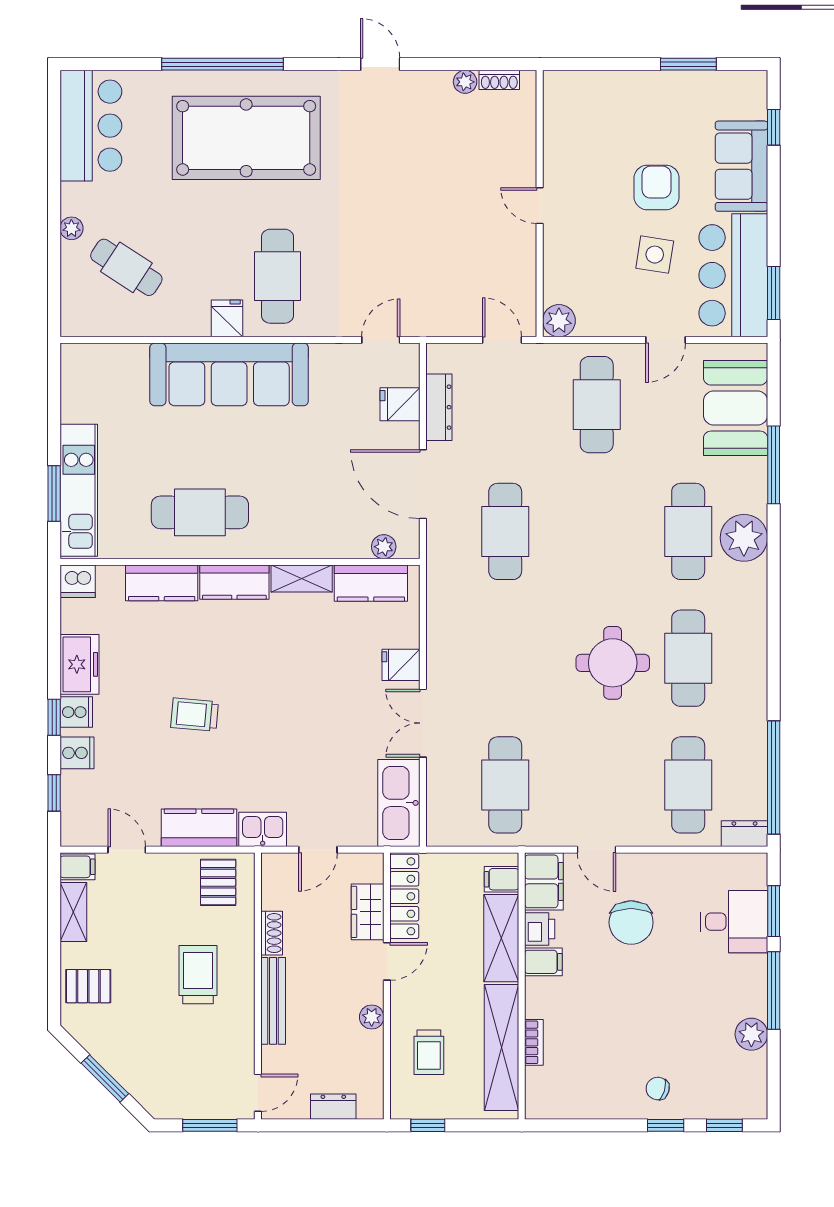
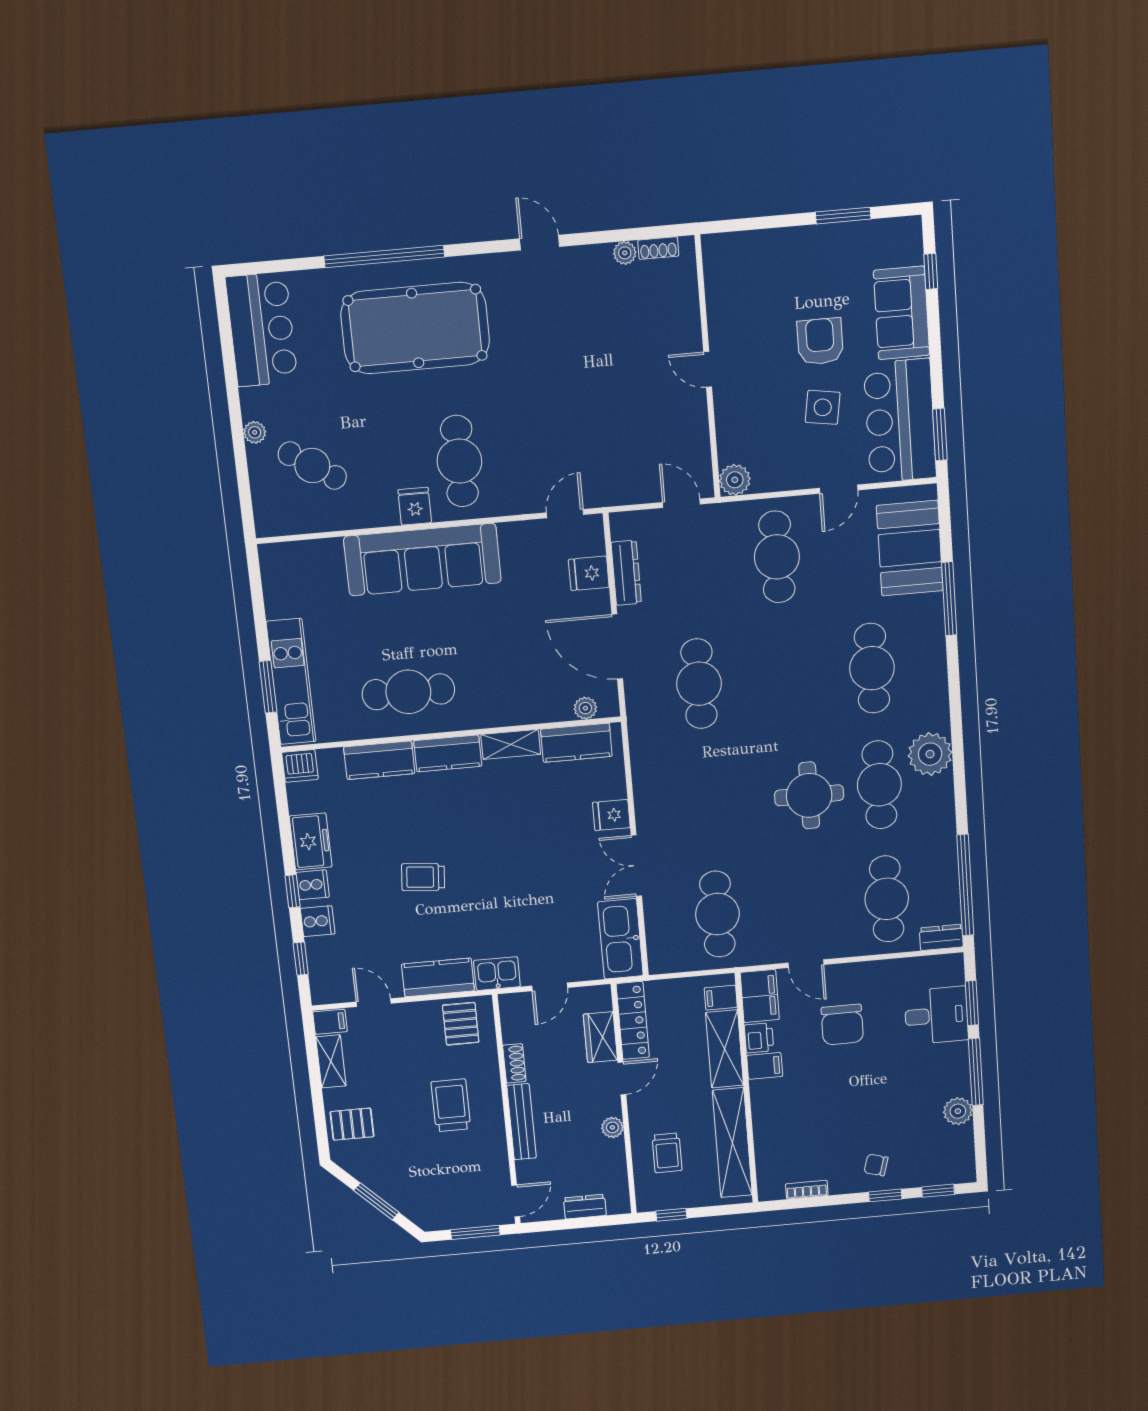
plant: (744, 538) -> (930, 754), moved
bookcase: (534, 1042) -> (807, 1190), moved, turned -90

